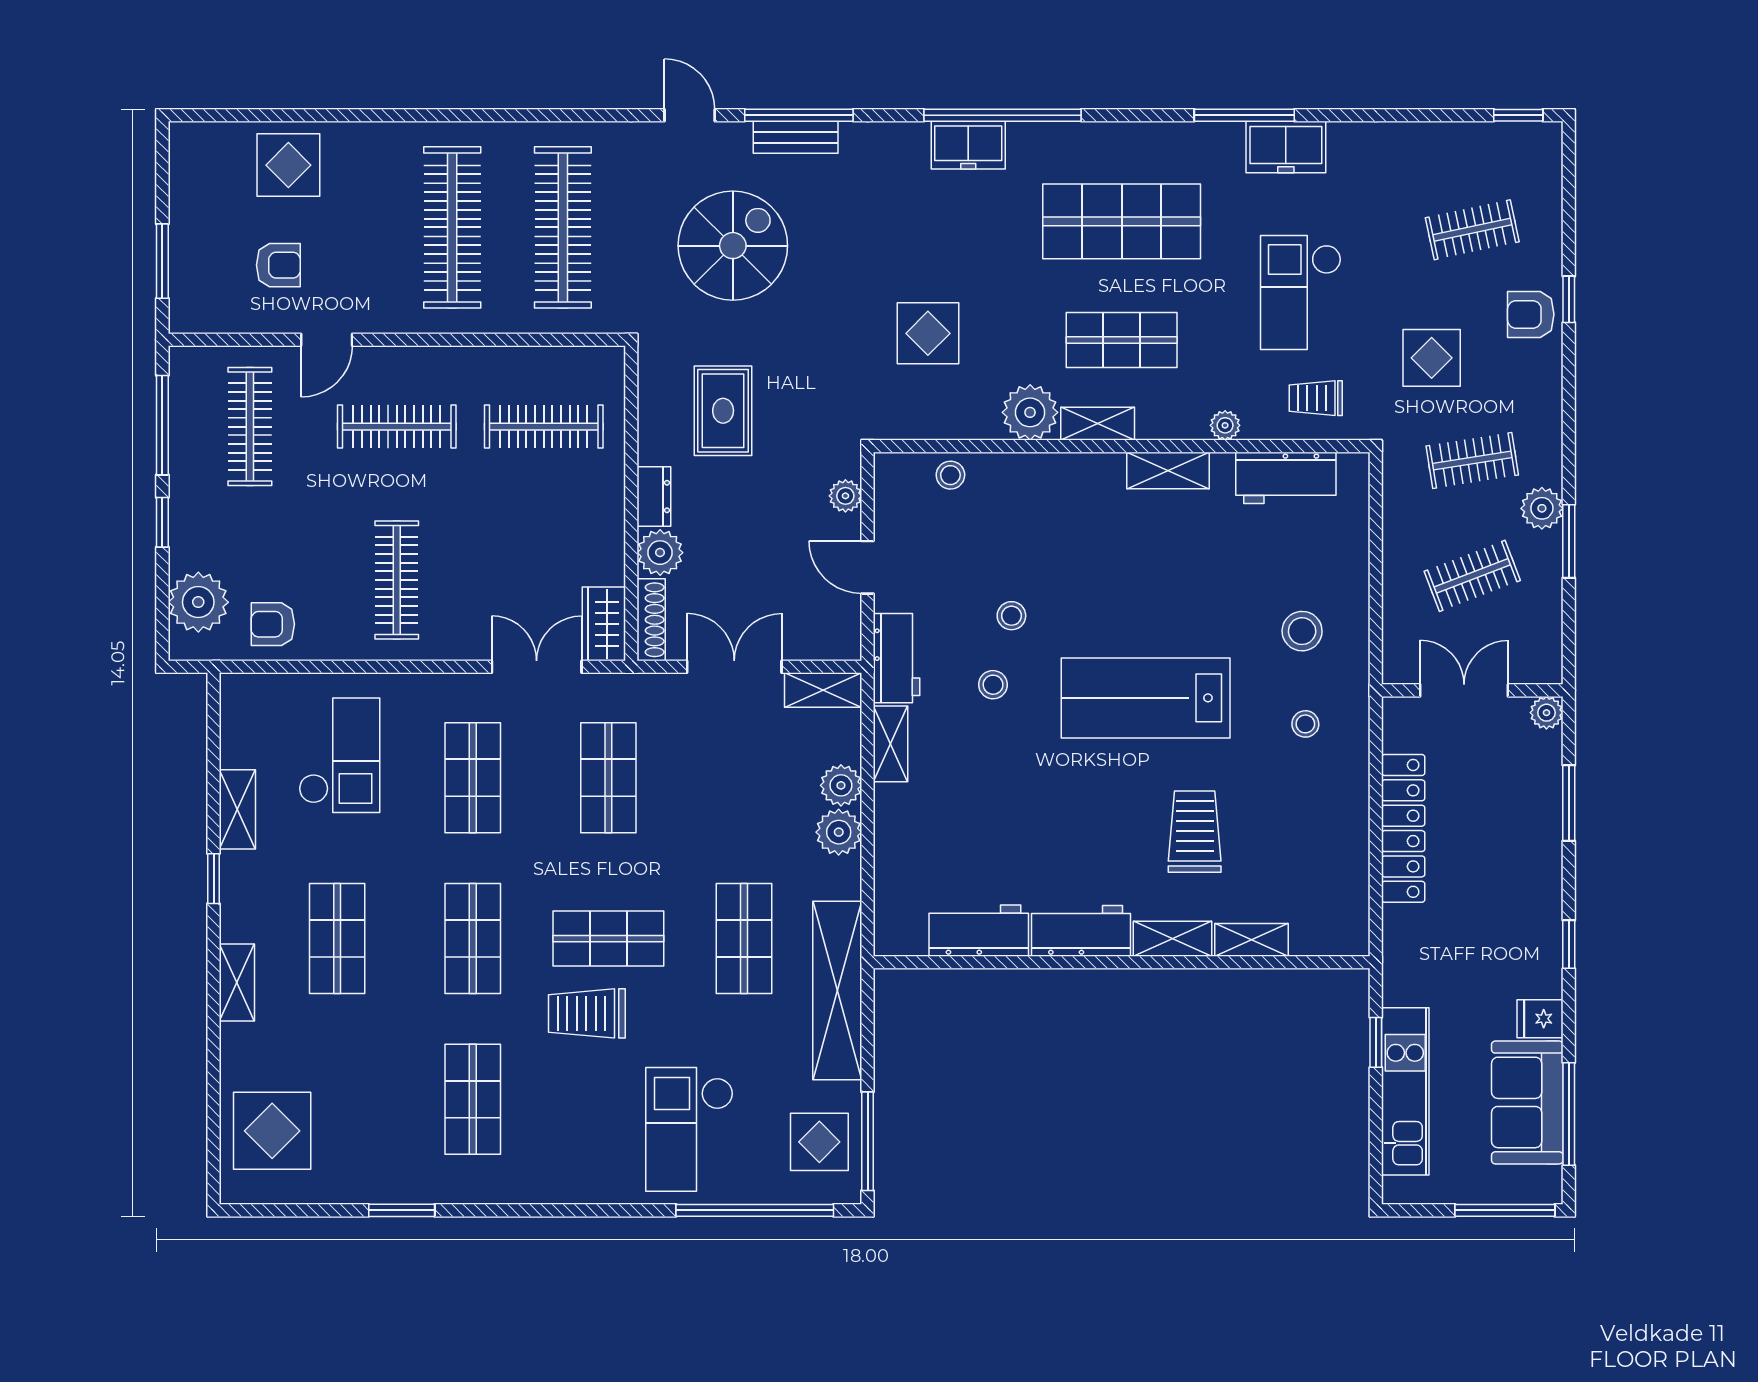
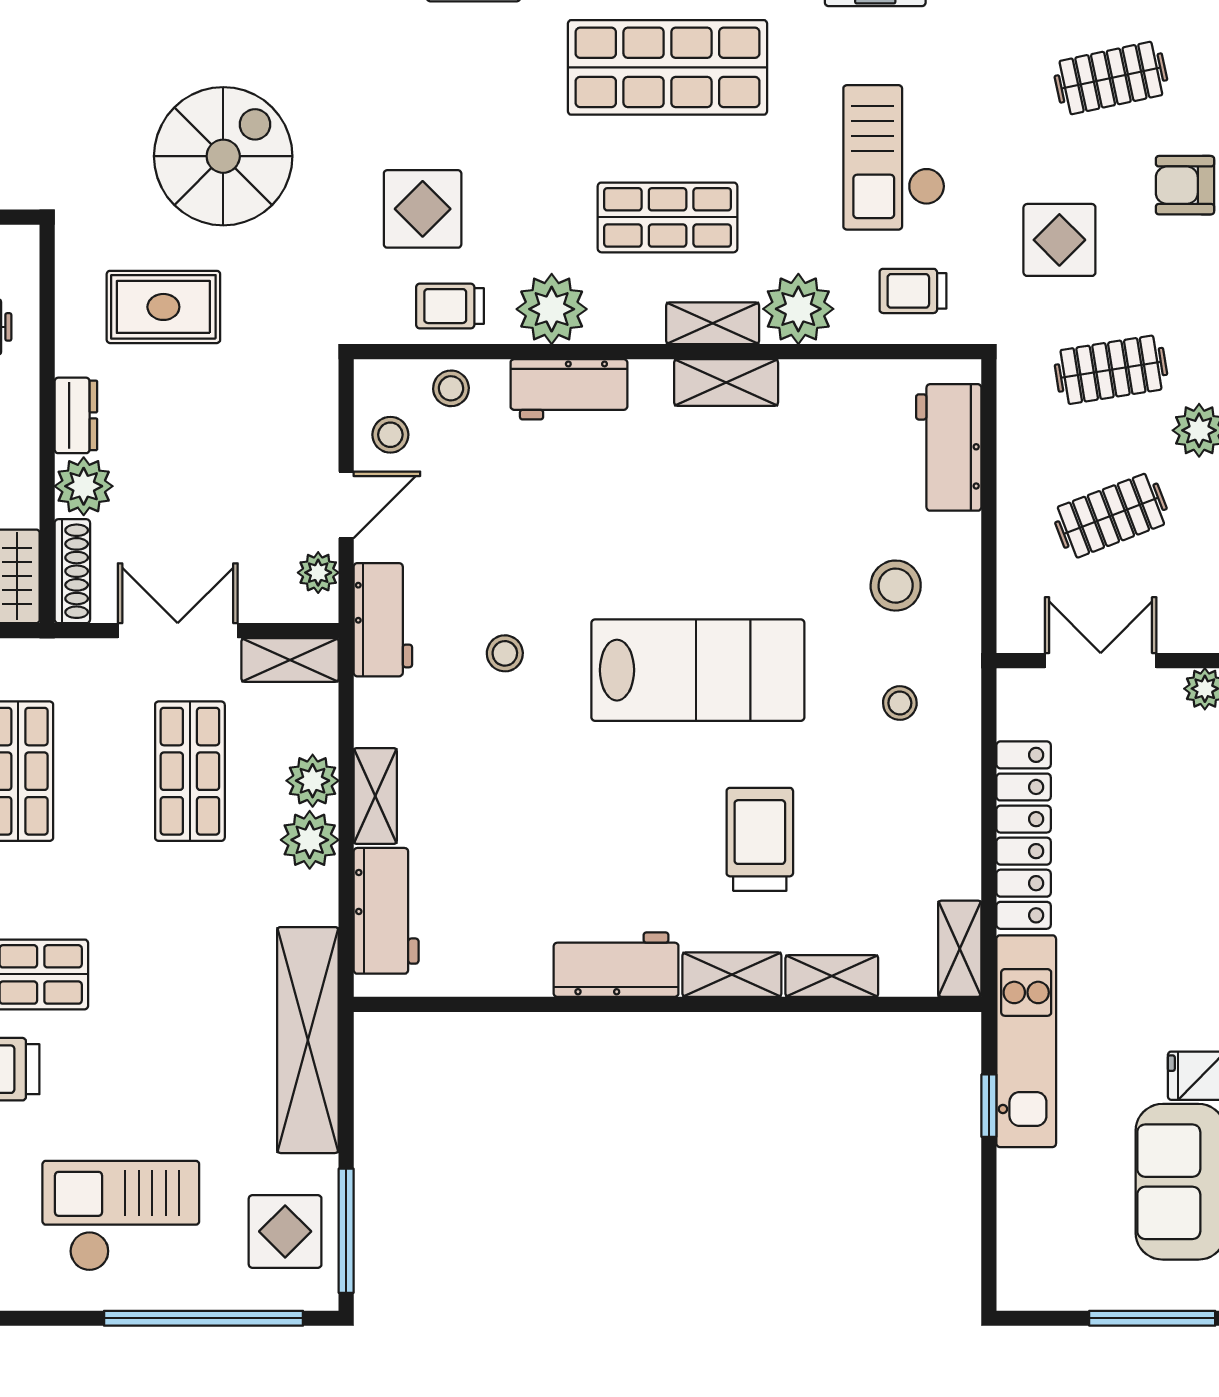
spiral stairs: (733, 246) -> (223, 156), moved
trolley: (950, 410) -> (450, 306), added
rug: (723, 411) -> (163, 307), turned 90
shelving: (1098, 424) -> (713, 323), moved
plant: (1225, 425) -> (798, 309), width x1.88, depth x1.88
workbench: (1044, 476) -> (569, 389), added
workbench: (1286, 478) -> (949, 447), moved, turned 90
plant: (845, 496) -> (318, 573), moved
door: (868, 567) -> (346, 505), swing flipped
stool: (1011, 616) -> (390, 435), moved
lab bench: (1146, 698) -> (698, 670), turned 180
shelving: (891, 744) -> (375, 796), moved
shelving: (1353, 918) -> (960, 949), added
workbench: (979, 931) -> (386, 911), moved, turned 90
shop shelf: (744, 939) -> (190, 771), moved
kitchen unit: (1405, 1091) -> (1026, 1041), moved
checkout: (689, 1129) -> (121, 1216), turned 90

